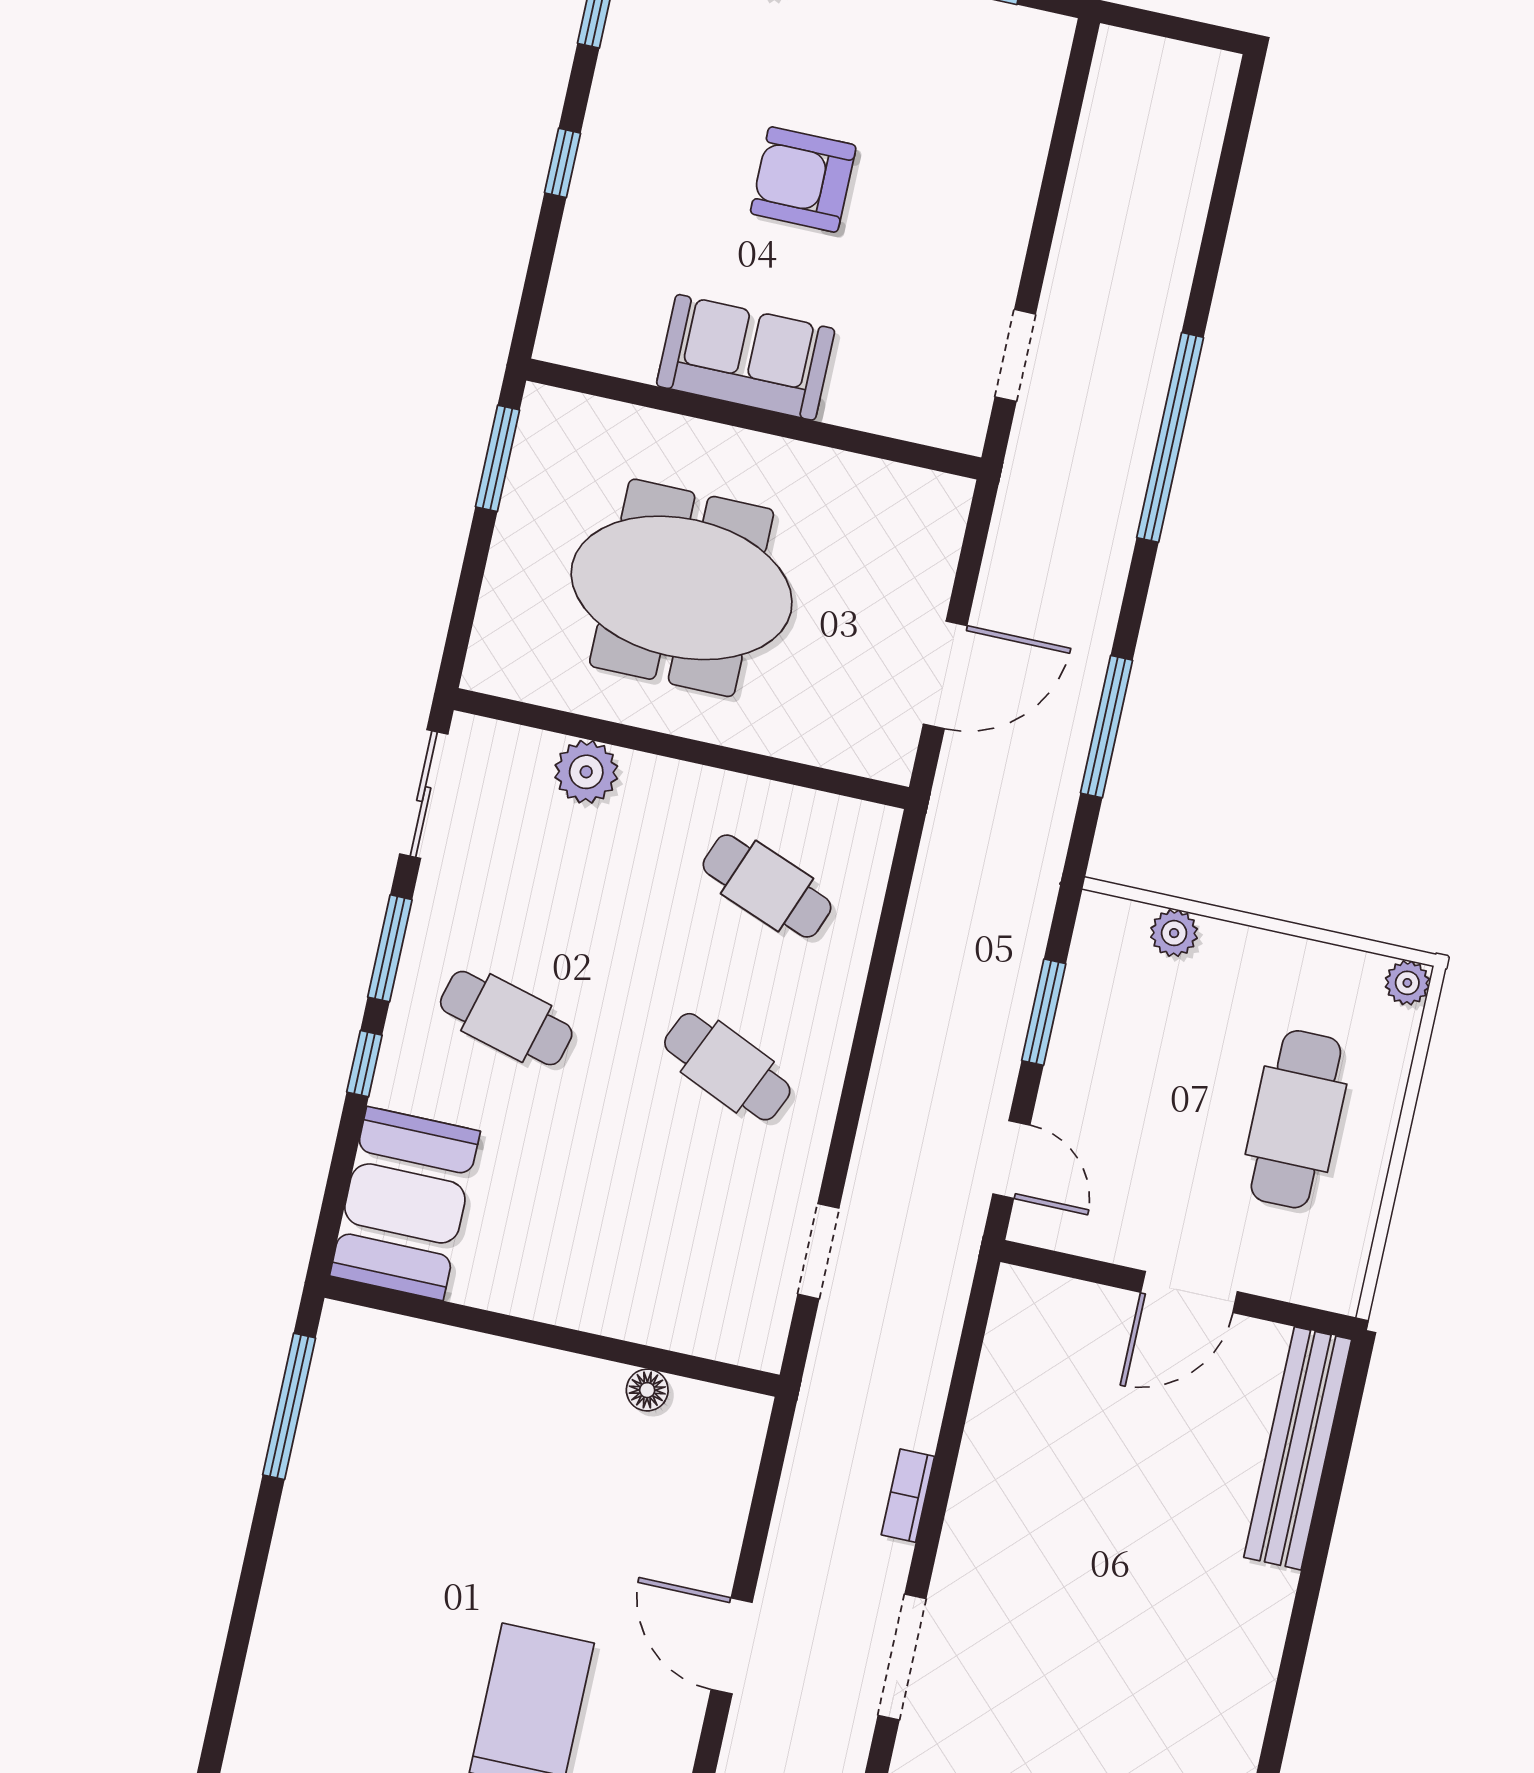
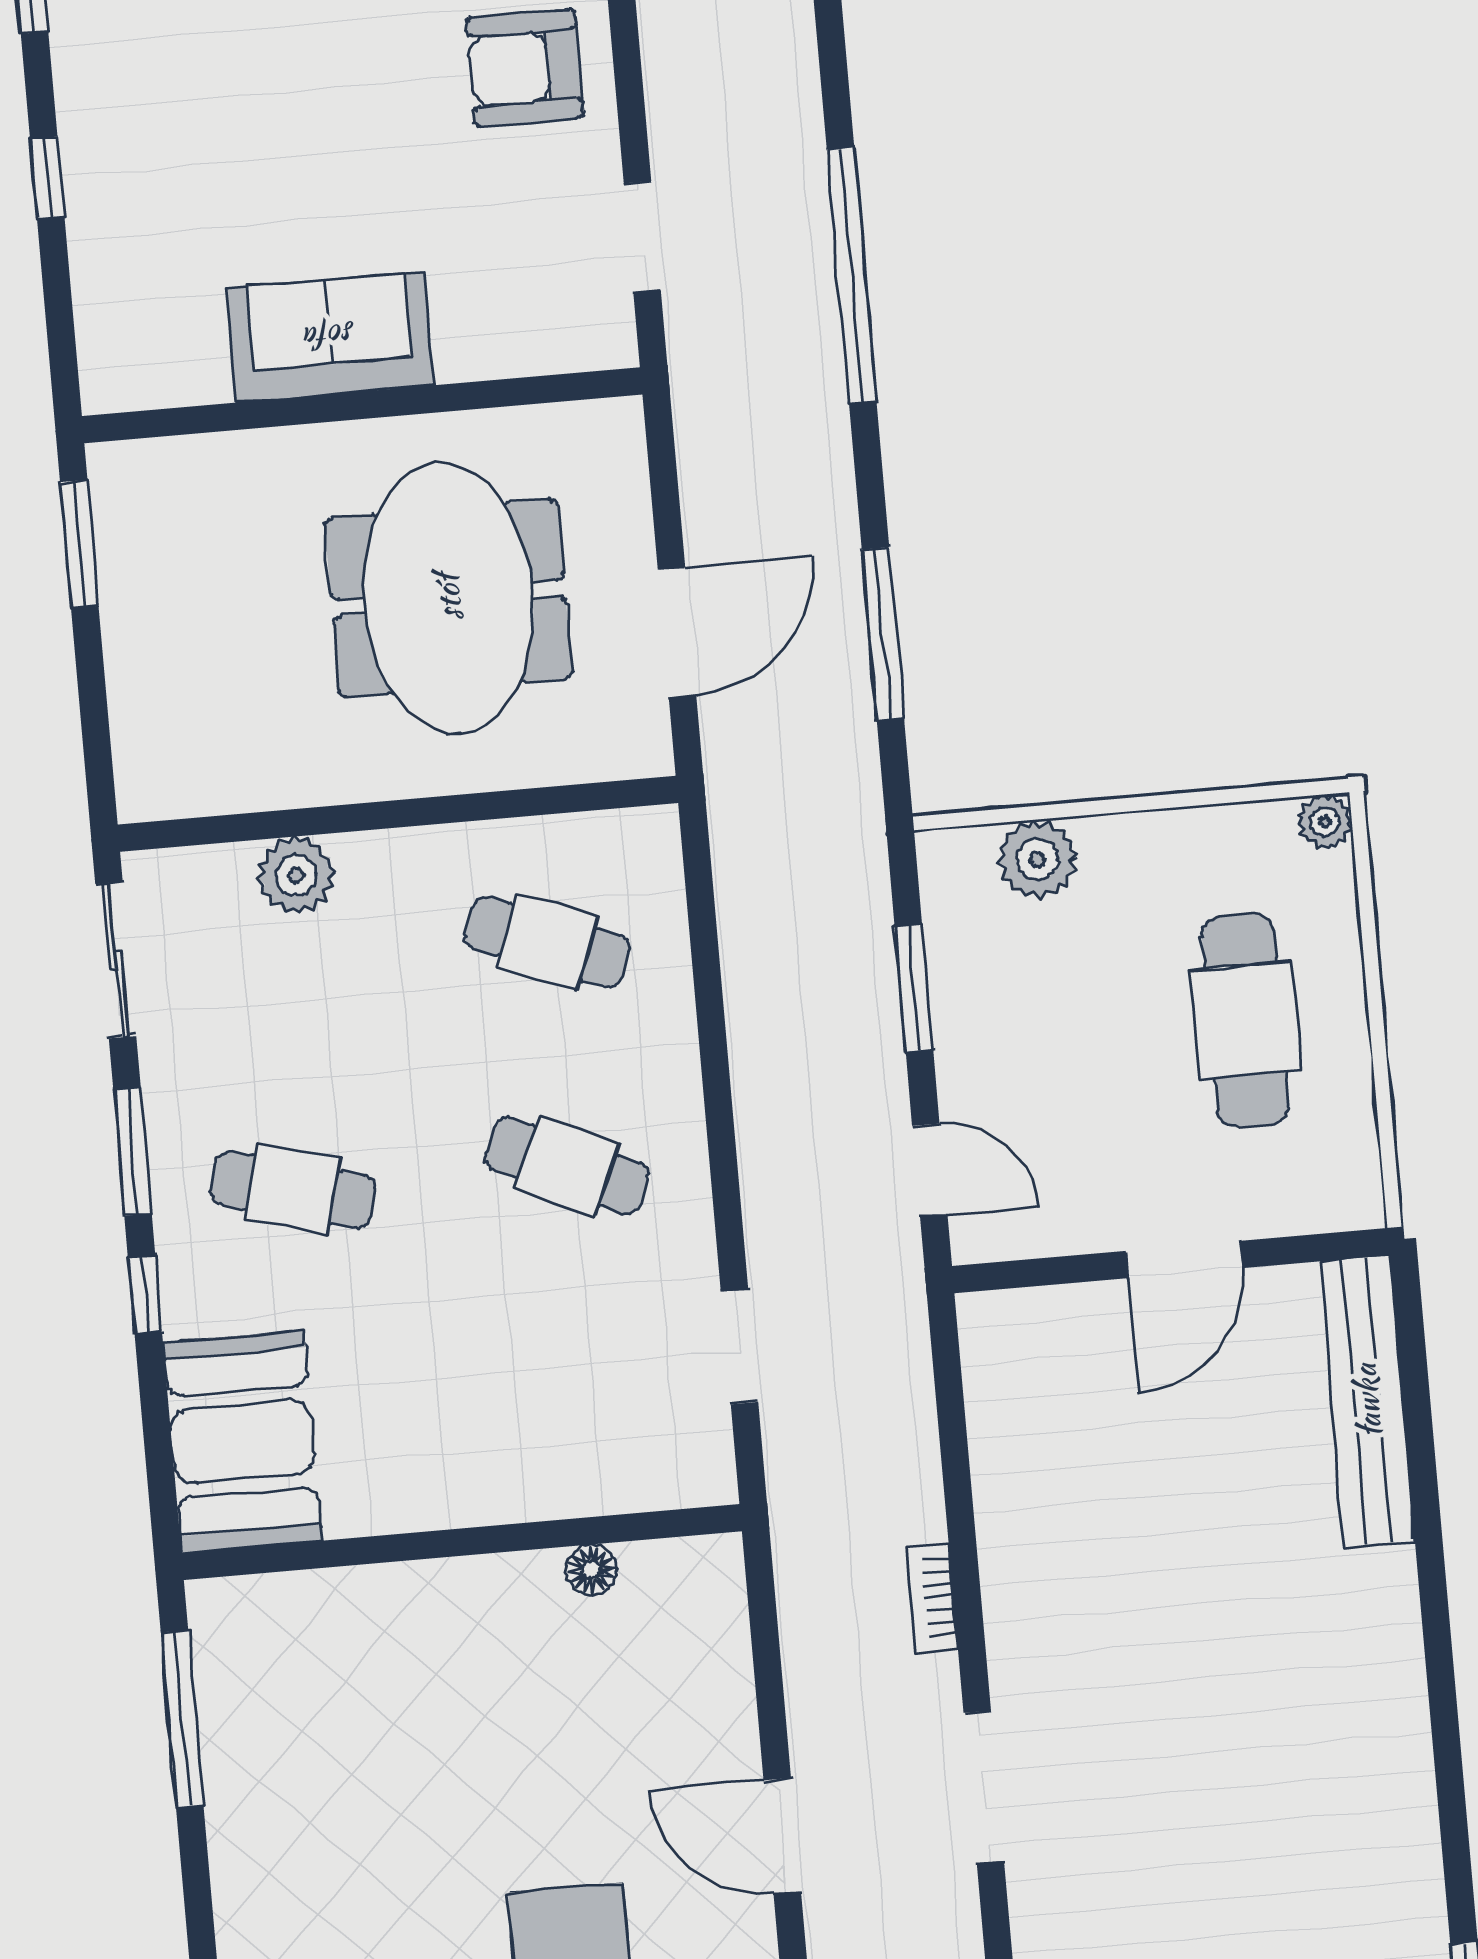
armchair: (803, 179) -> (525, 68), moved
meeting table: (682, 588) -> (448, 598), moved, turned 90
plant: (1174, 933) -> (1037, 859), width x1.38, depth x1.38

